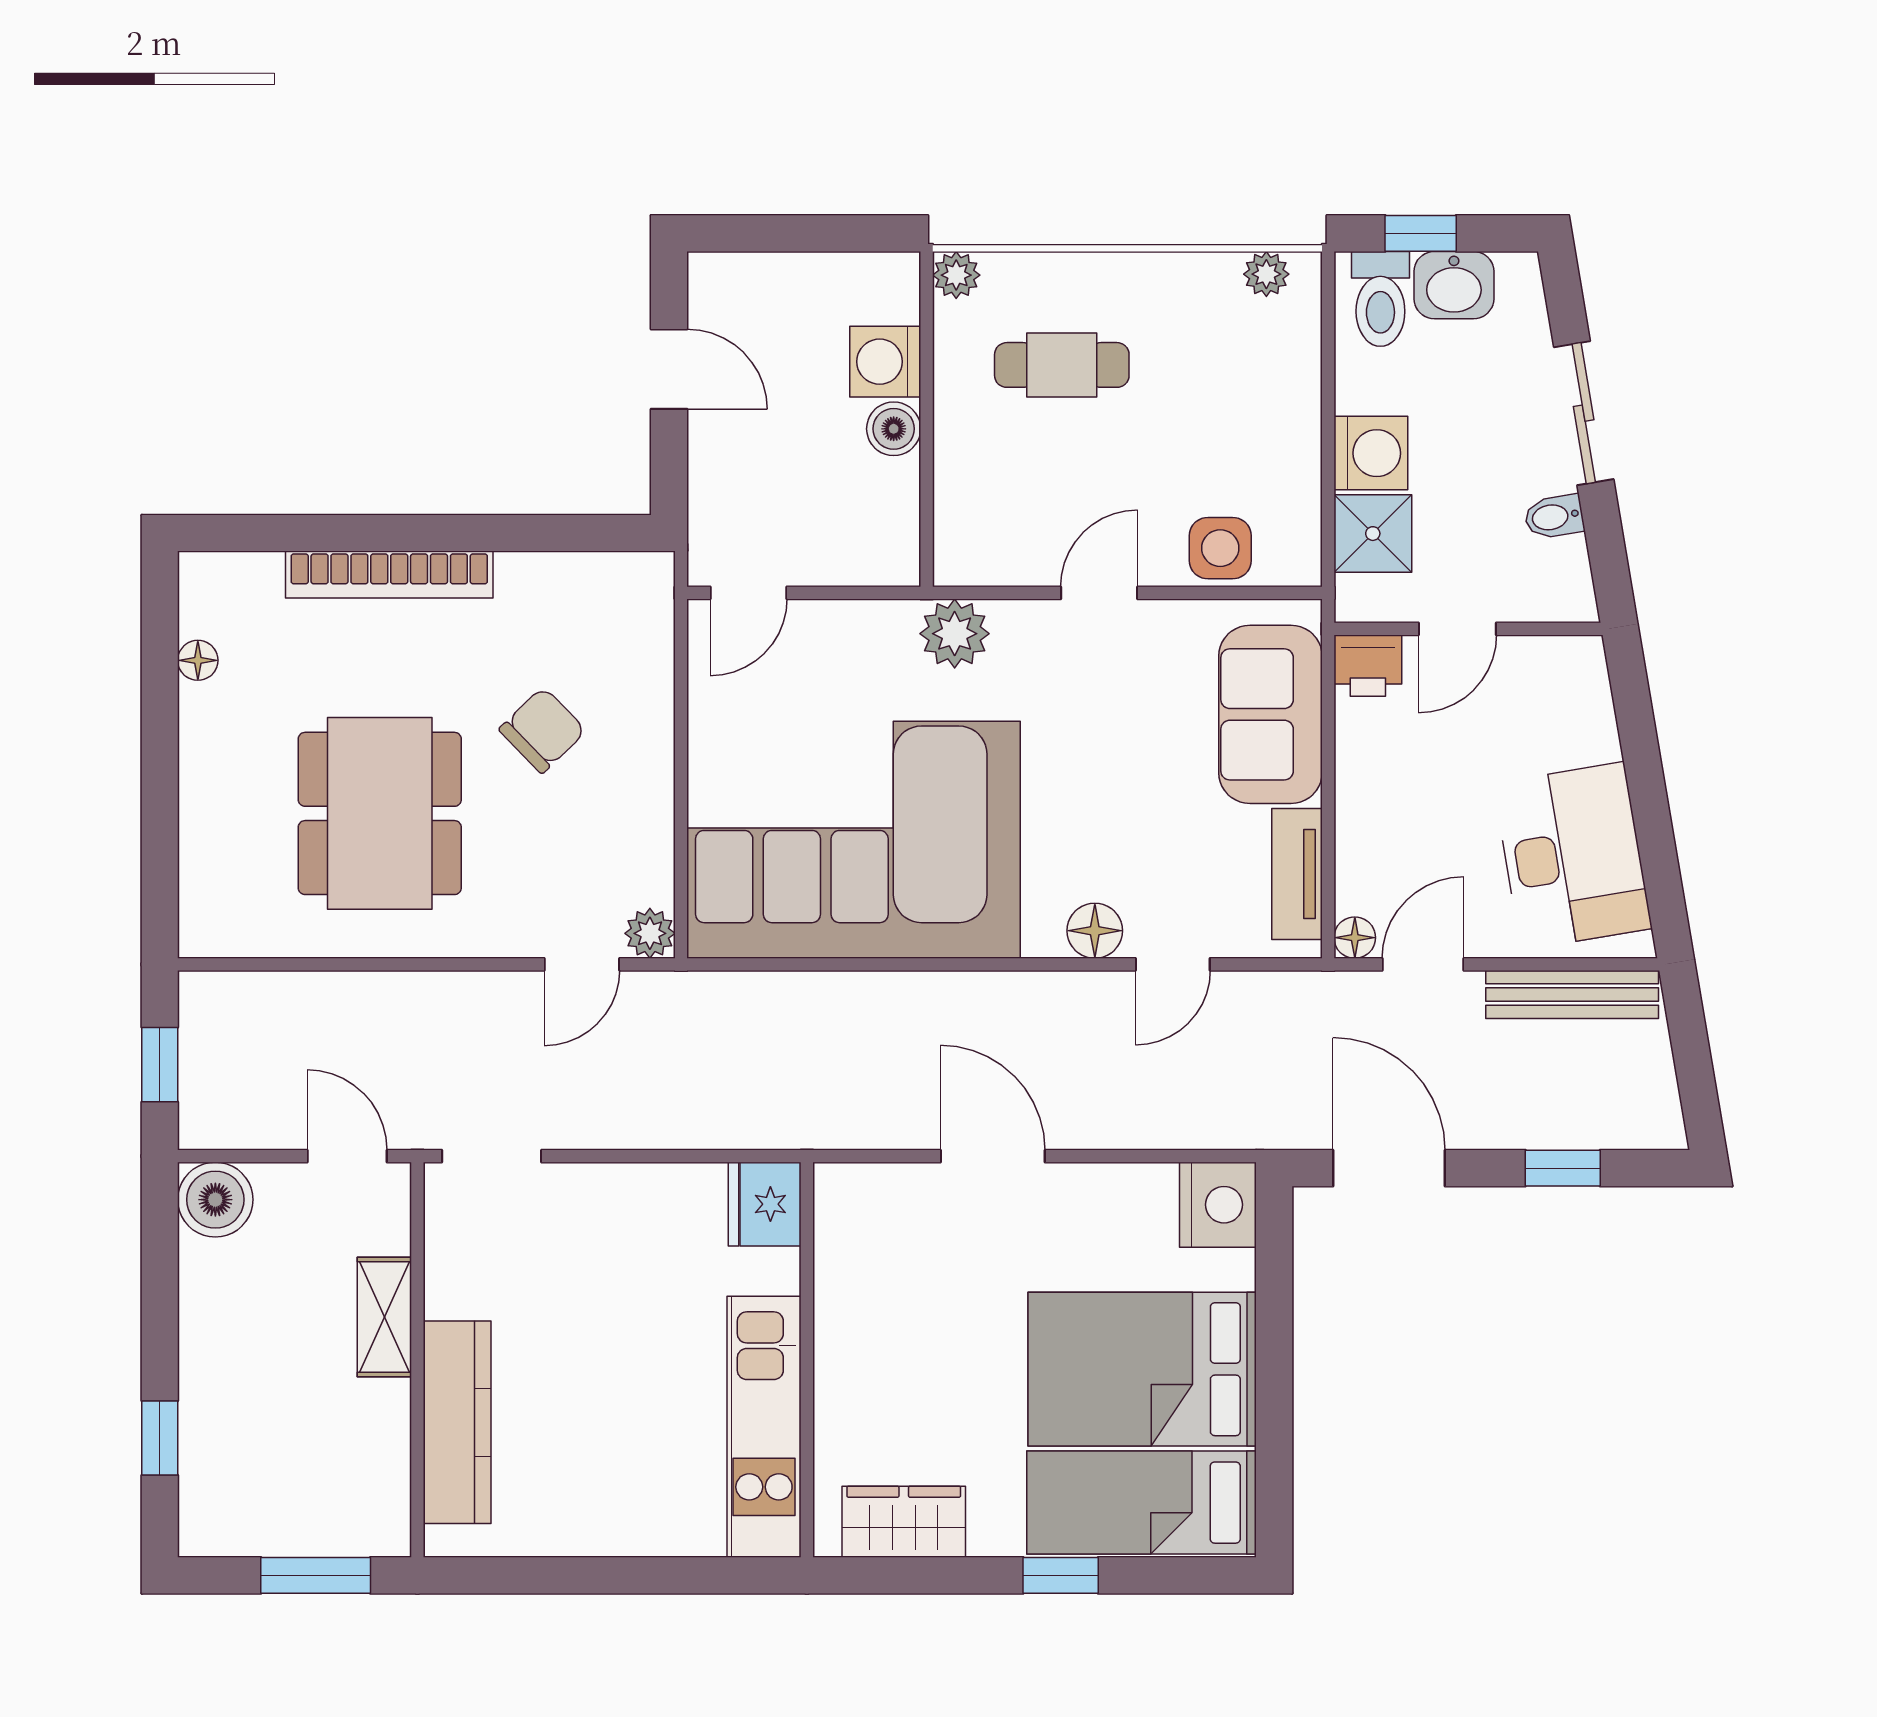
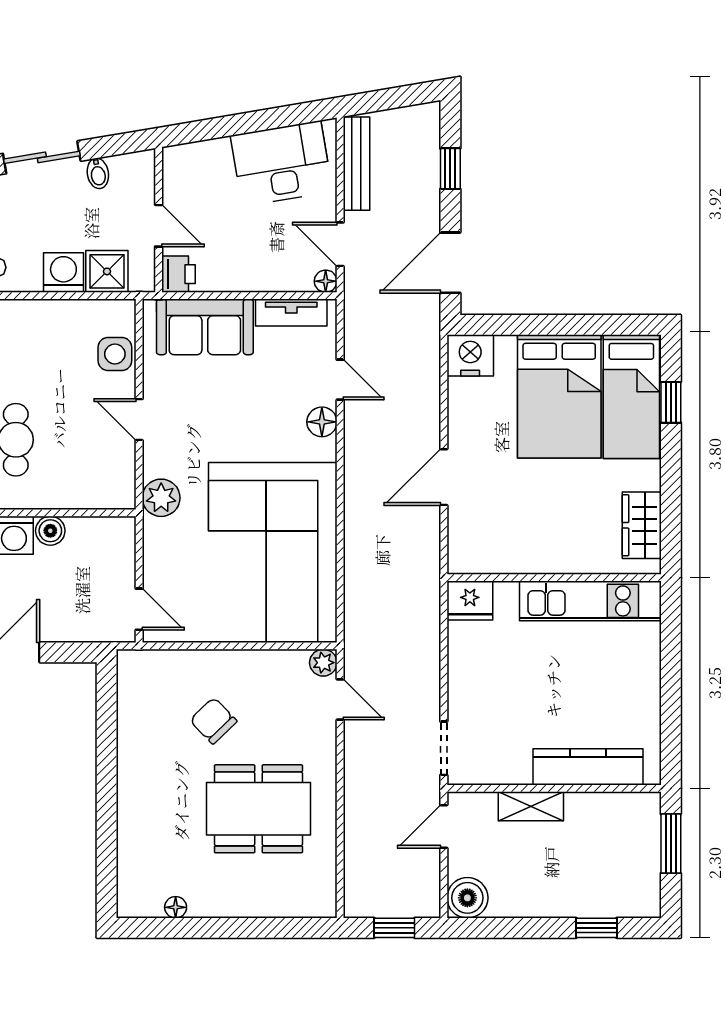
bookcase: (389, 574) -> (129, 804), removed
window: (1061, 1575) -> (671, 402), moved

